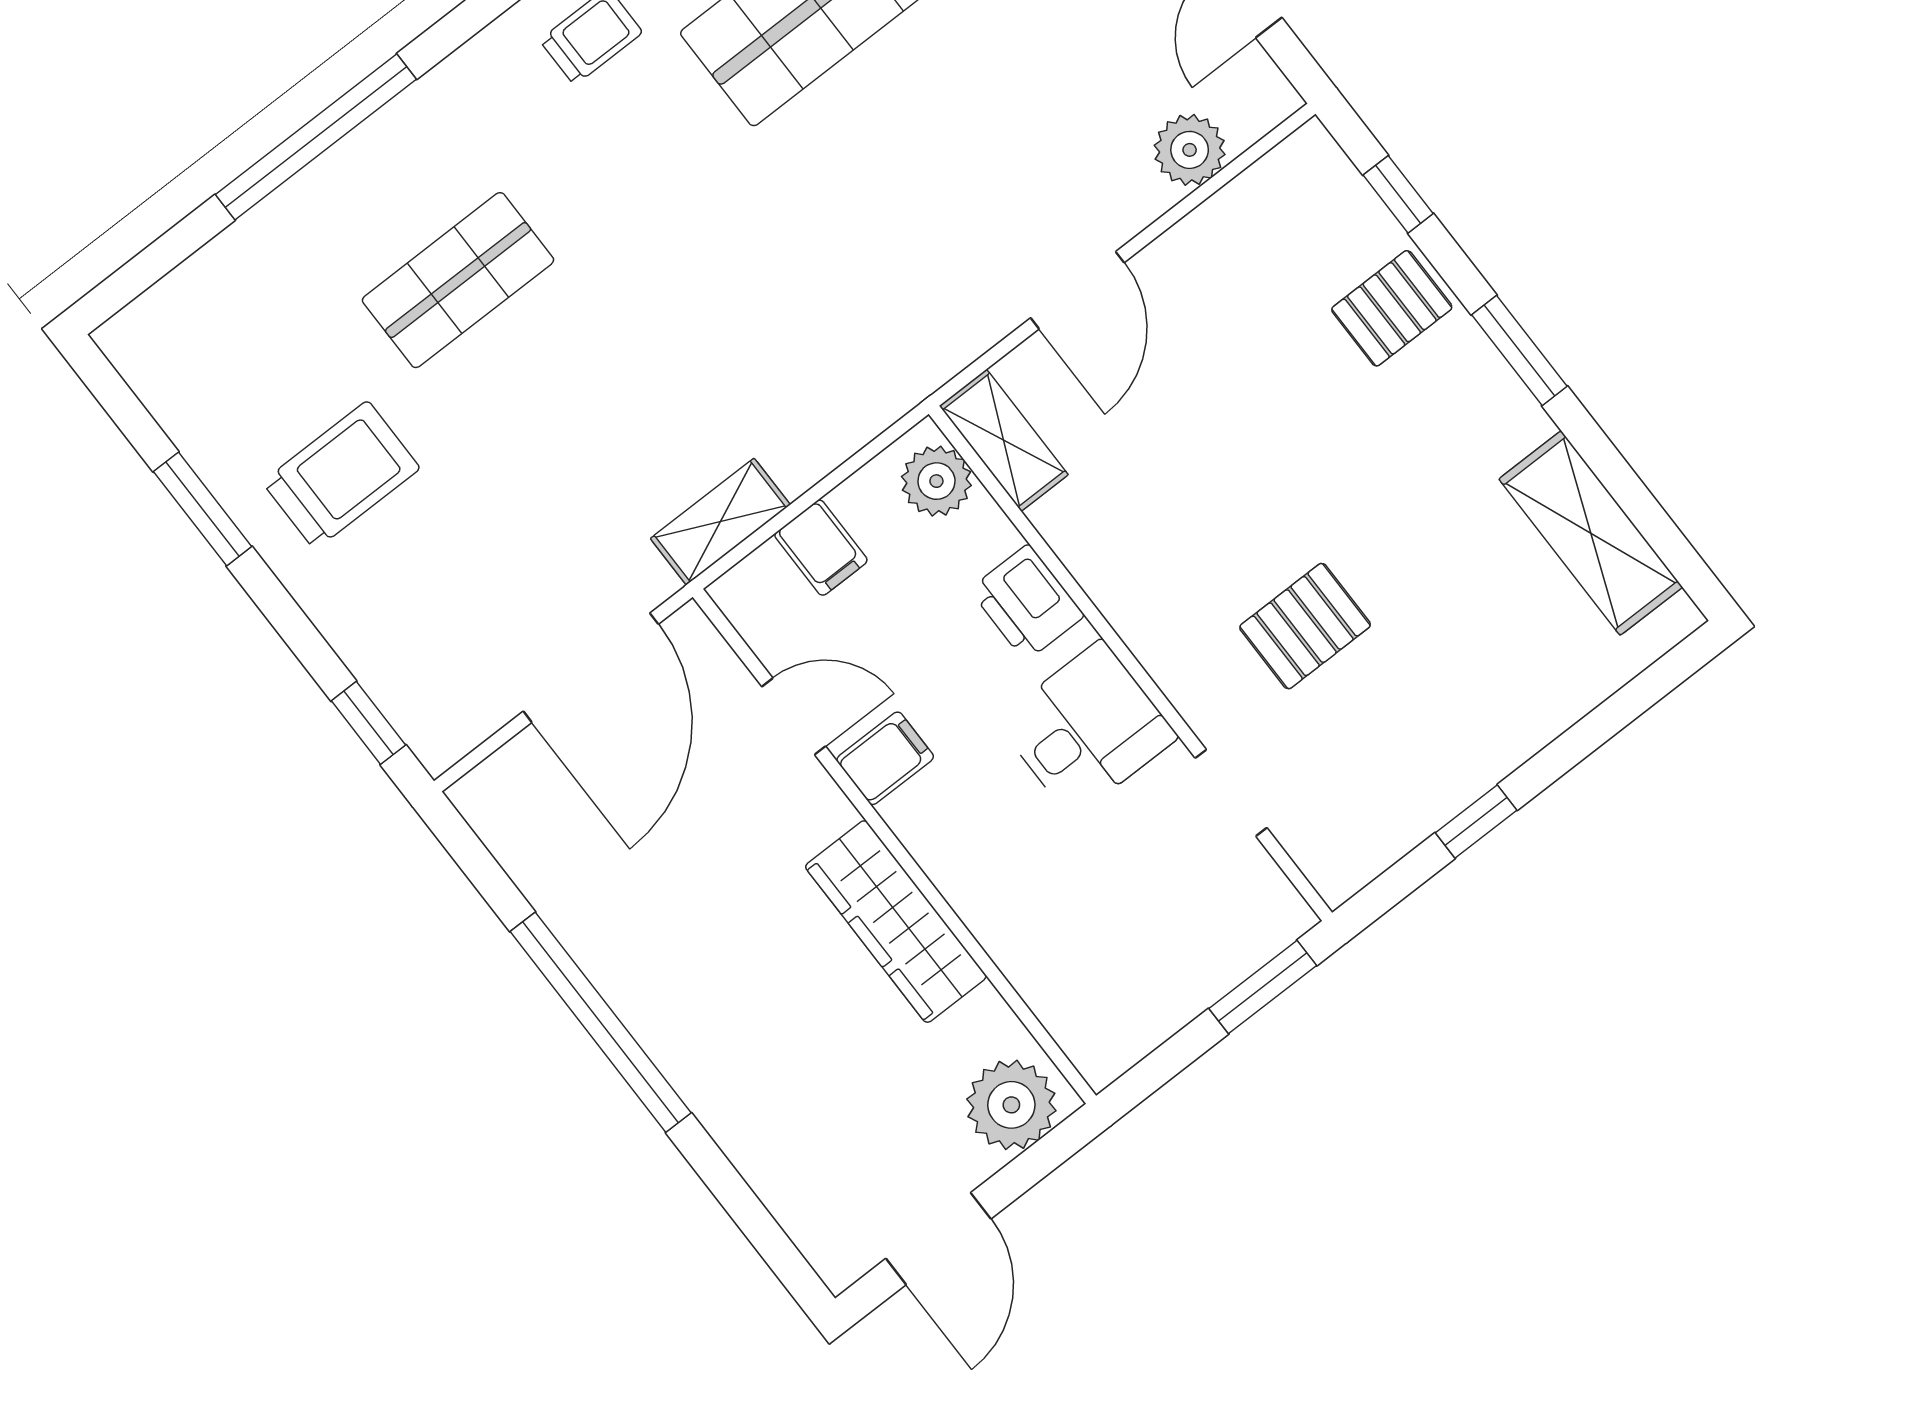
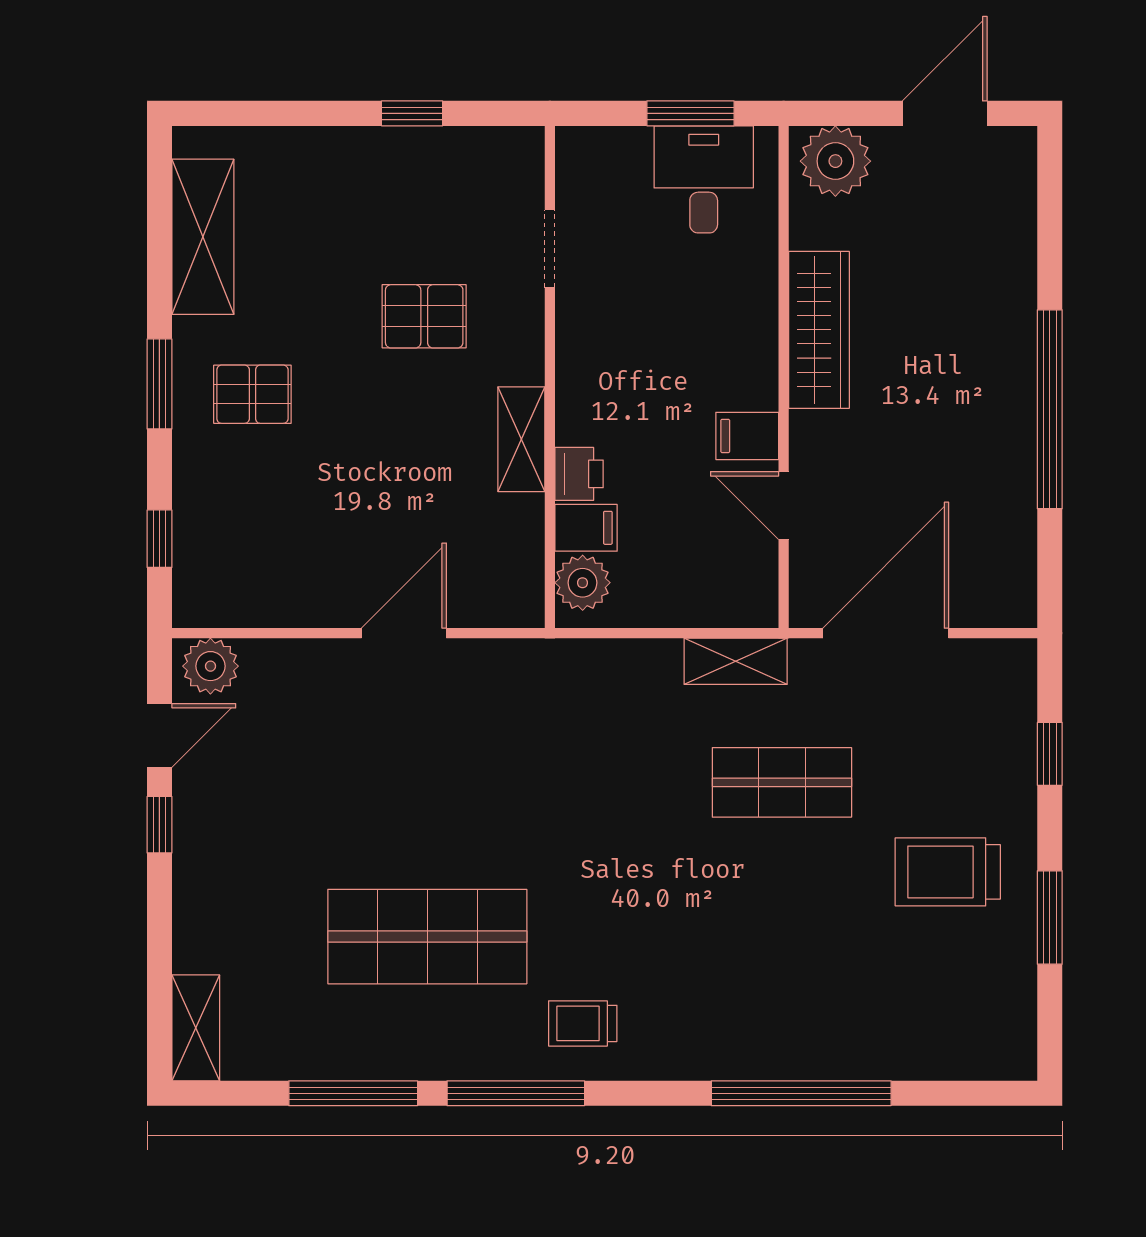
plant: (1190, 150) -> (210, 666), moved
shop shelf: (458, 280) -> (782, 782), moved
pallet: (1392, 308) -> (252, 394), moved
shelving: (1004, 440) -> (521, 439), moved
filing cabinet: (821, 548) -> (586, 528), moved, turned 90
printer: (1027, 603) -> (579, 474), width x0.73, depth x0.81
window: (368, 723) -> (1050, 754), moved
desk: (1087, 729) -> (704, 179), moved, turned 90
window: (1263, 987) -> (690, 113), moved

